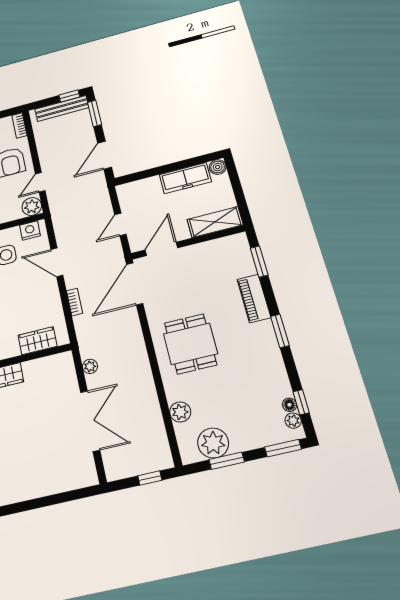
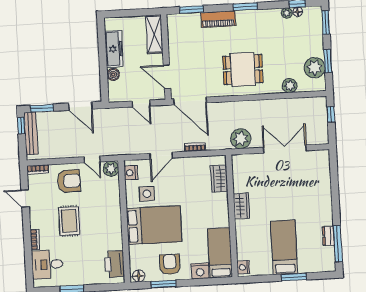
boiler: (218, 167) -> (113, 74), moved
plant: (90, 366) -> (241, 139), width x1.87, depth x1.87
plant: (293, 421) -> (287, 13), moved

